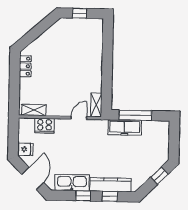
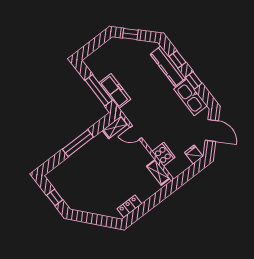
window: (107, 66) -> (78, 143), added
door: (33, 178) -> (212, 130), swing flipped

